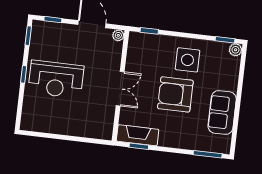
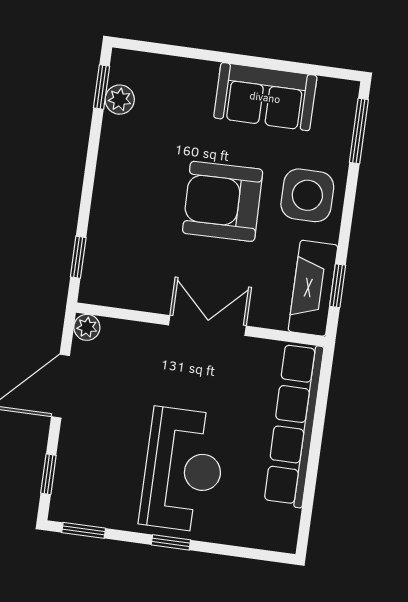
plant: (235, 50) -> (120, 100), moved
side table: (187, 60) -> (307, 195), moved
armchair: (175, 94) -> (223, 201), turned 89
row of seats: (77, 128) -> (294, 425), added

